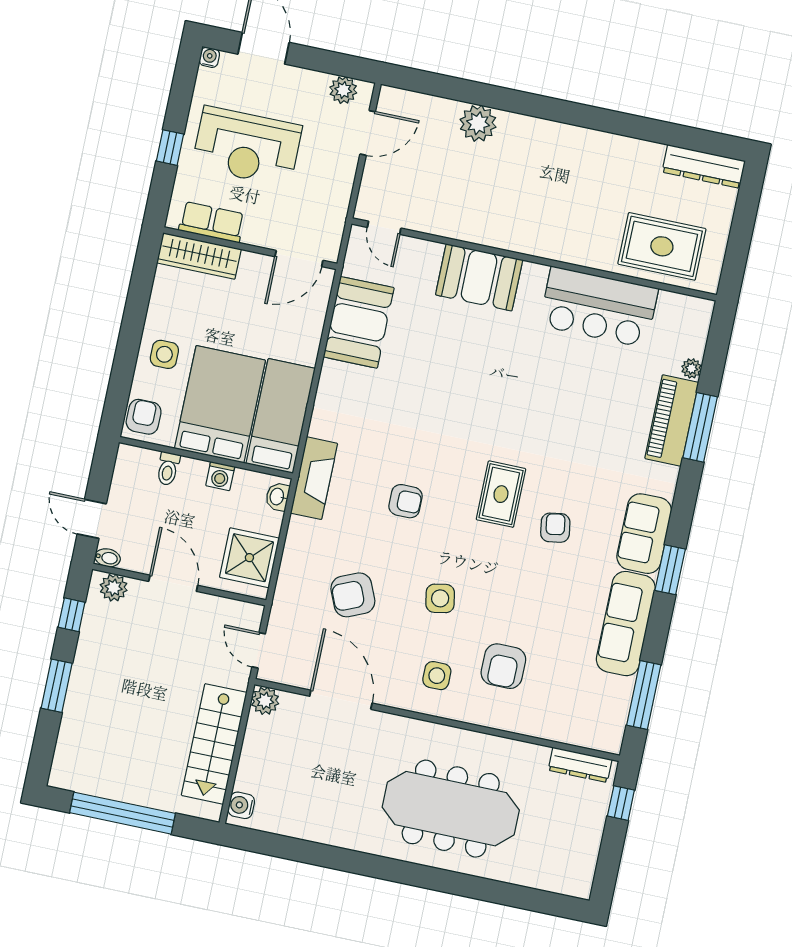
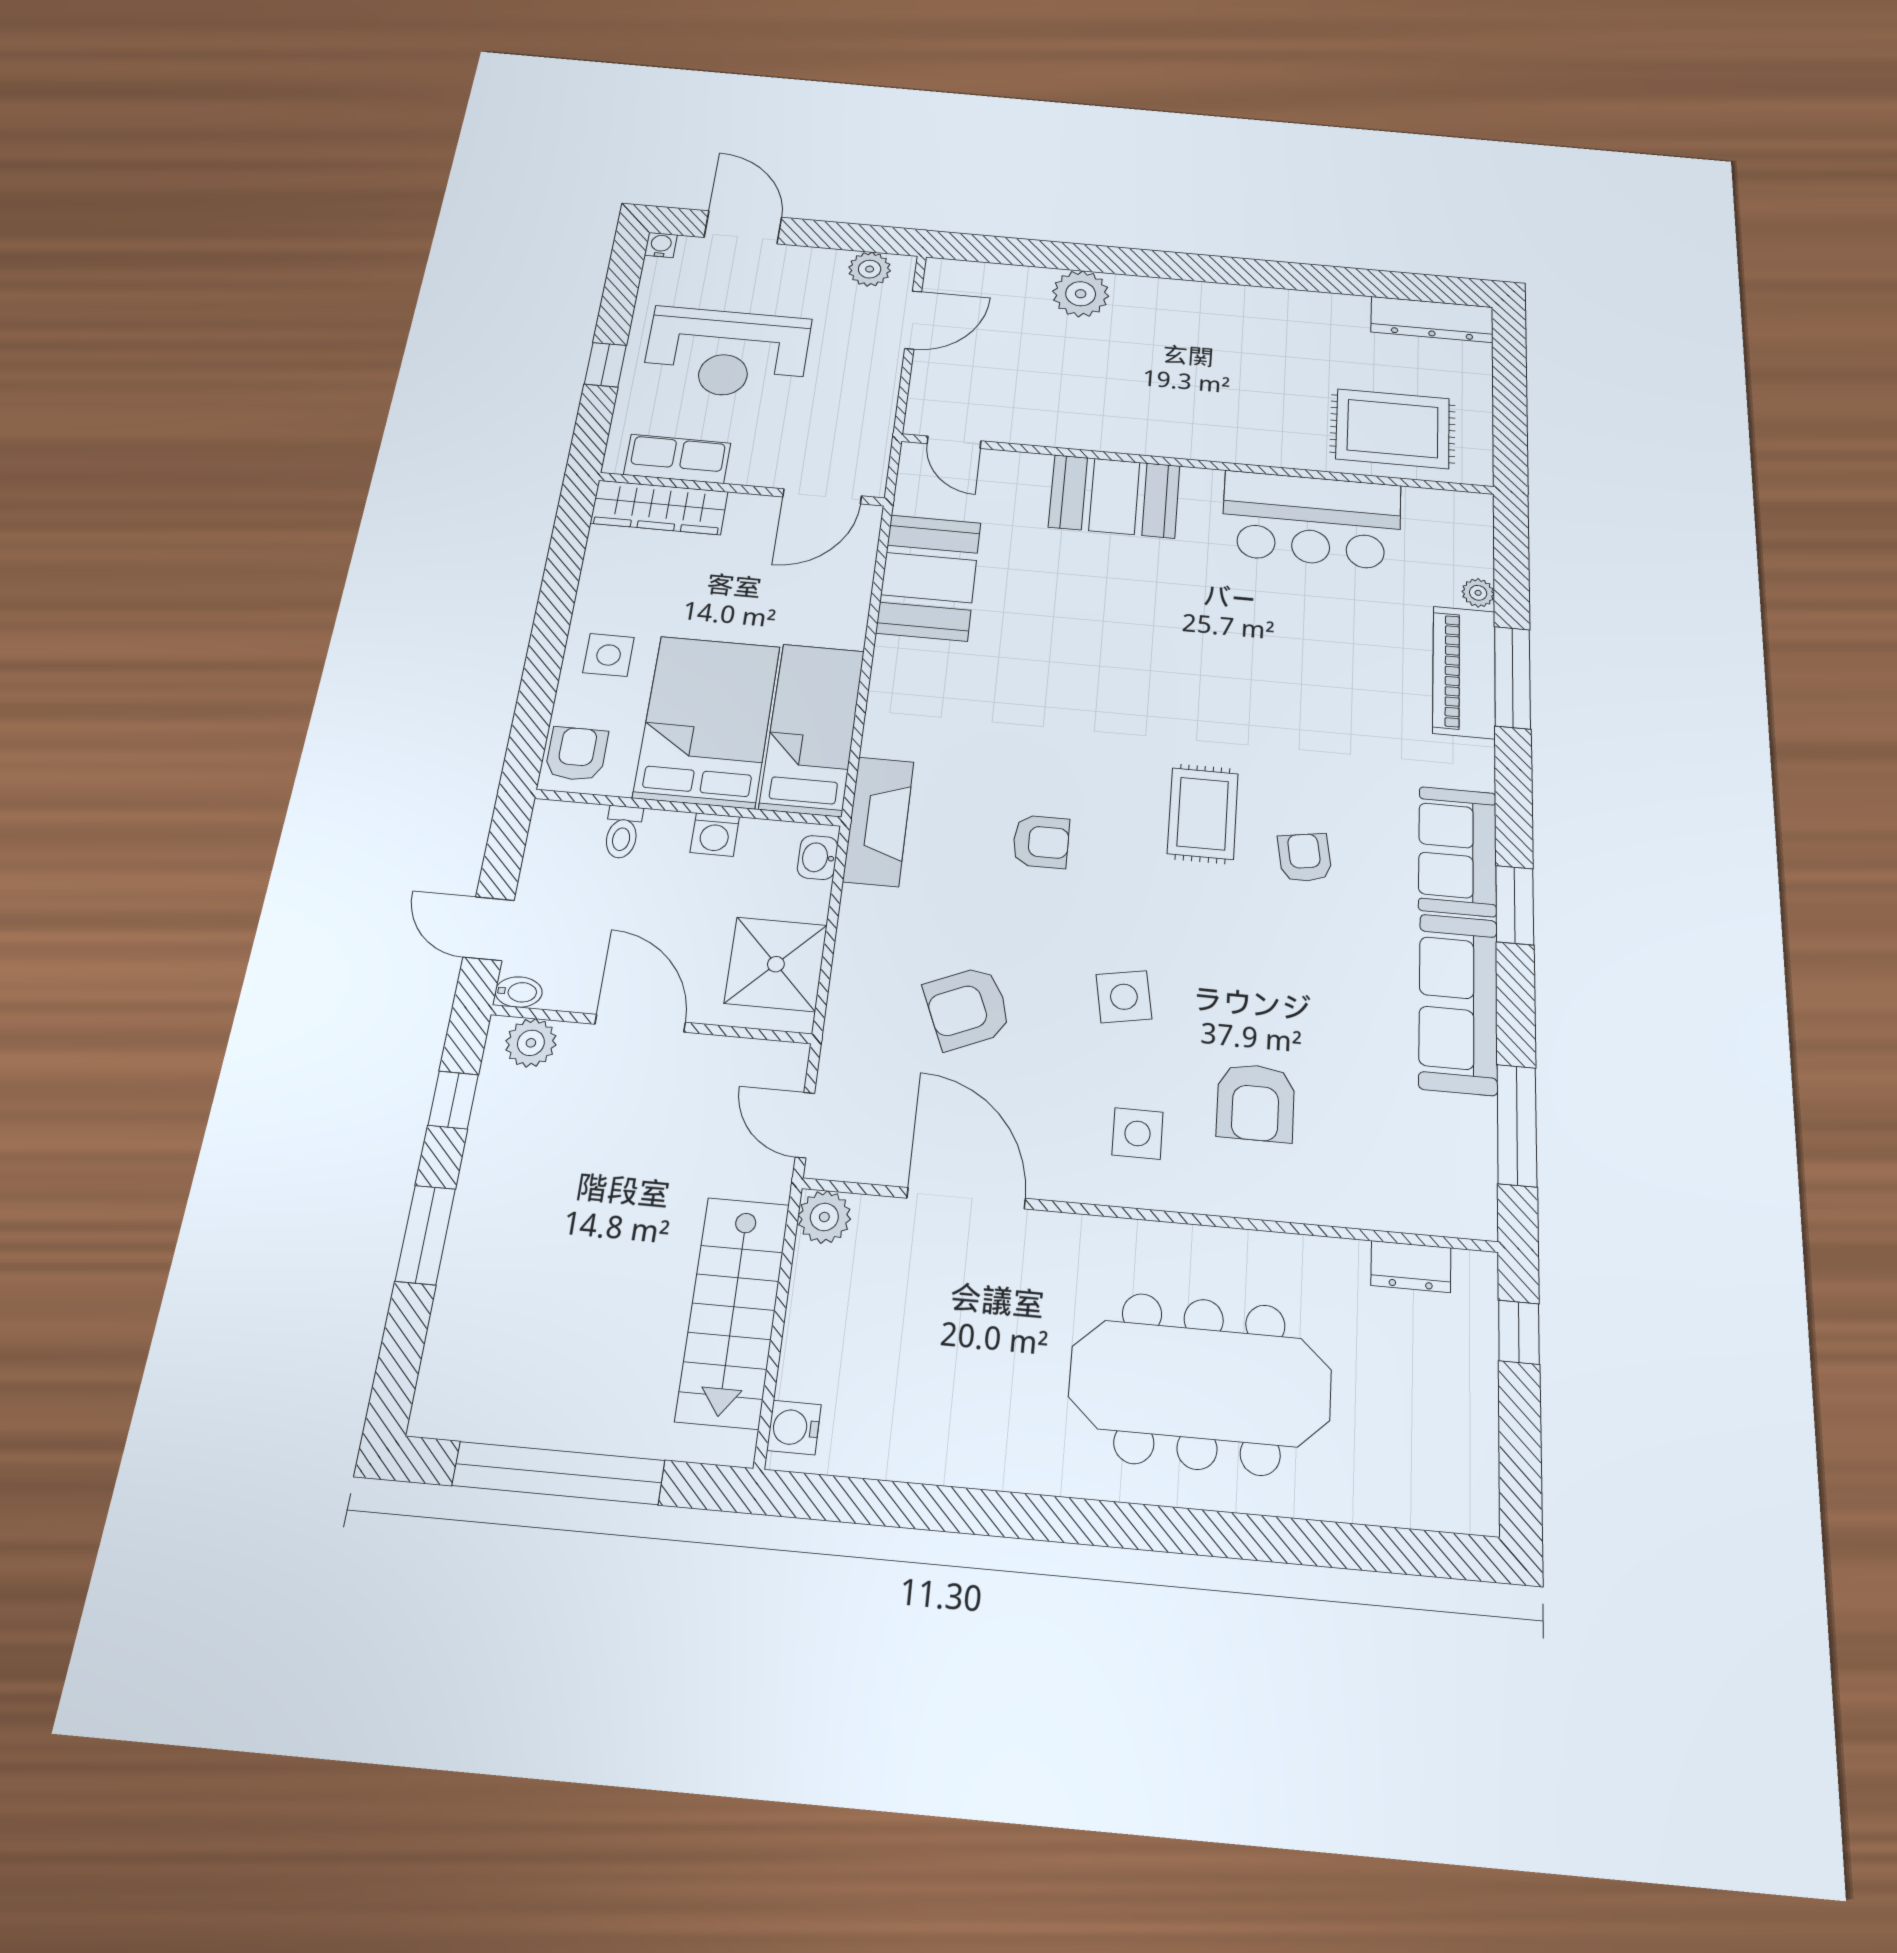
dresser: (580, 765) -> (1411, 1266), width x0.70

